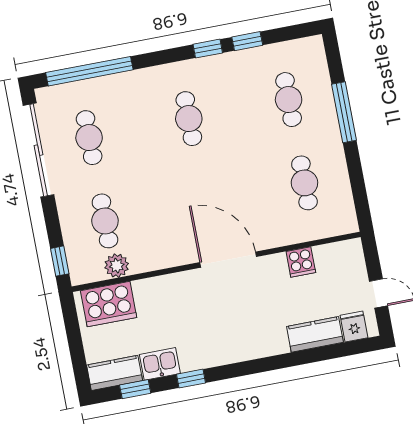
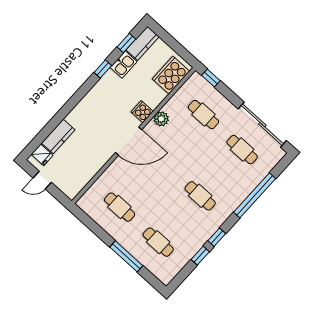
window: (89, 71) -> (255, 195), moved
cooker: (301, 262) -> (142, 112), moved
plant: (117, 266) -> (161, 119), moved

